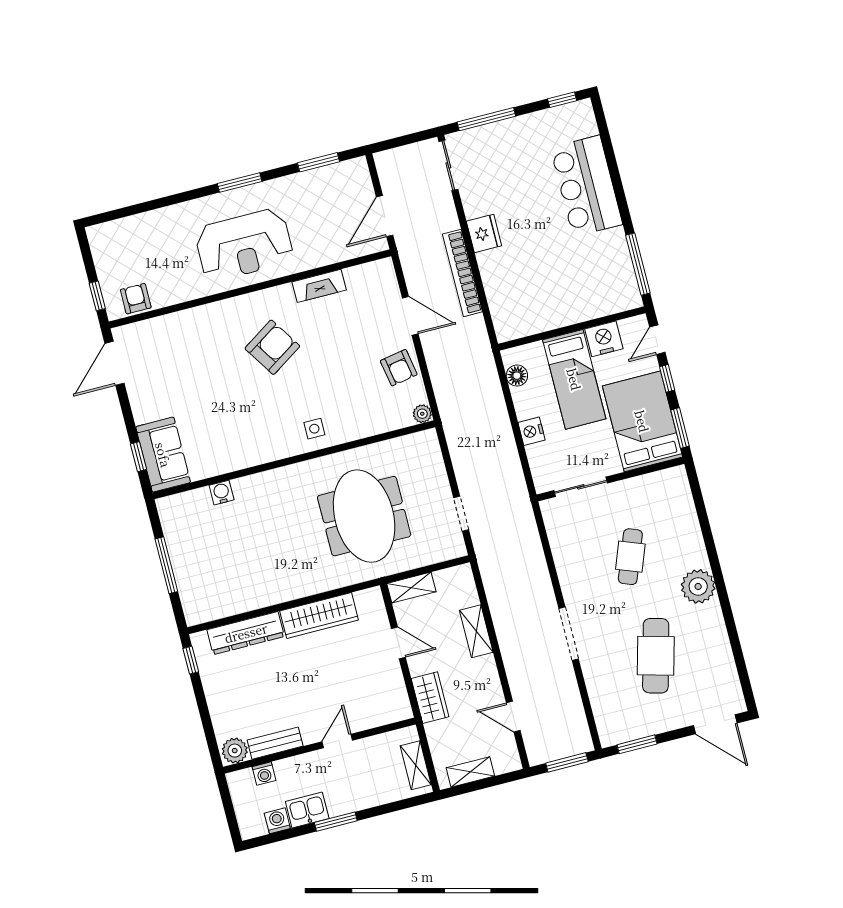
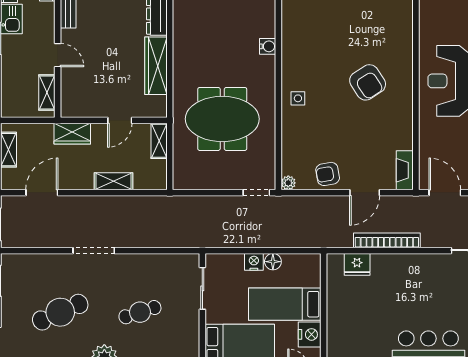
fridge: (484, 233) -> (357, 264), moved
fireplace: (319, 286) -> (405, 170), moved
floor lamp: (517, 376) -> (273, 262), moved
water cooler: (222, 493) -> (268, 46), moved
doorway: (461, 514) -> (256, 193), moved
cafe table: (630, 557) -> (140, 312), turned -39
cafe table: (656, 656) -> (60, 312), turned -39
door: (513, 717) -> (42, 193), width x1.38
shelving: (416, 765) -> (47, 93), moved, turned 90

